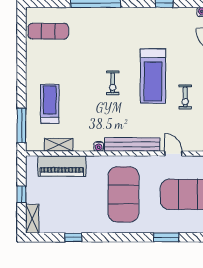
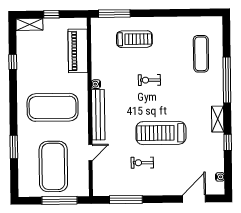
exercise mat: (48, 31) -> (201, 54), moved
exercise bike: (113, 83) -> (149, 80), moved
shelving: (59, 145) -> (218, 119), moved

